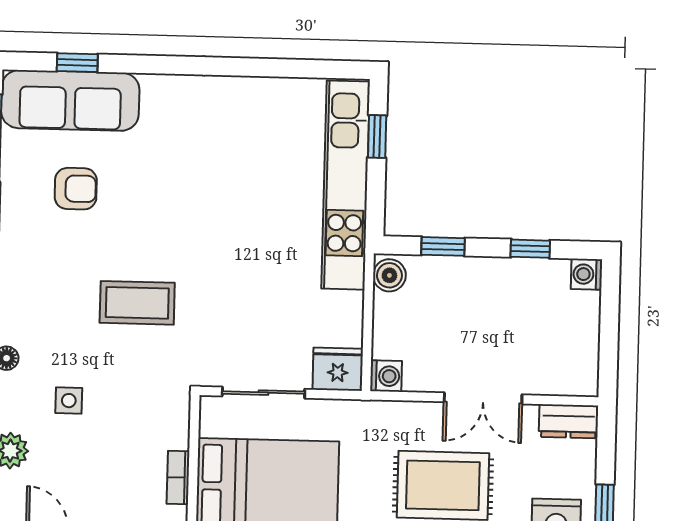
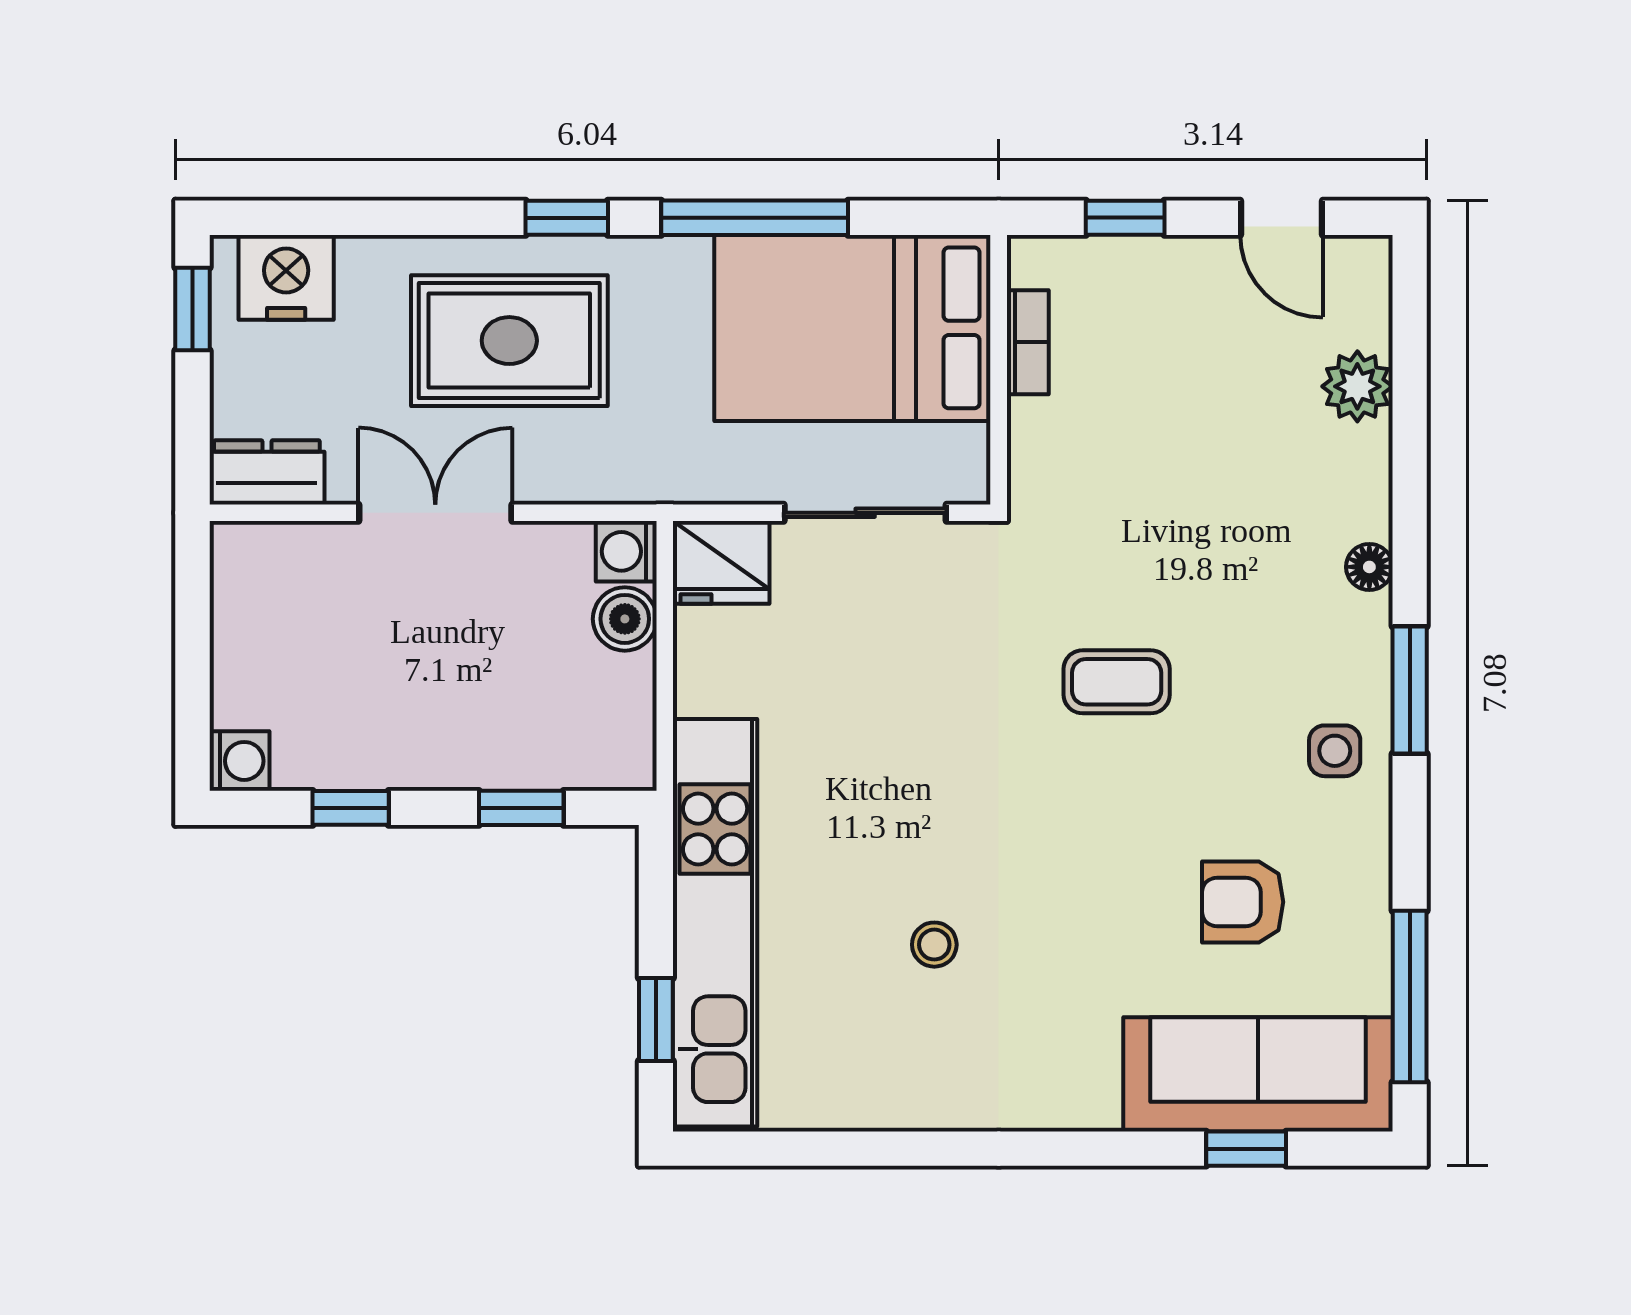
stool: (234, 171) -> (934, 945), added
boiler: (389, 275) -> (625, 619), moved
coffee table: (137, 303) -> (1117, 682), width x0.73, depth x0.77
side table: (69, 401) -> (1335, 751), moved

